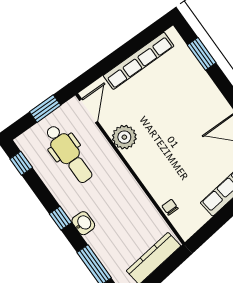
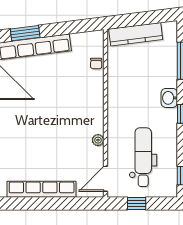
window: (45, 109) -> (137, 204), width x0.67
plant: (124, 137) -> (98, 140), width x0.53, depth x0.53

